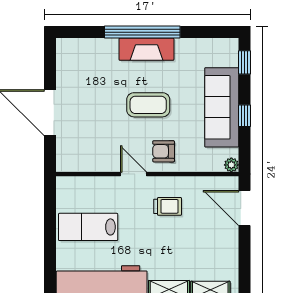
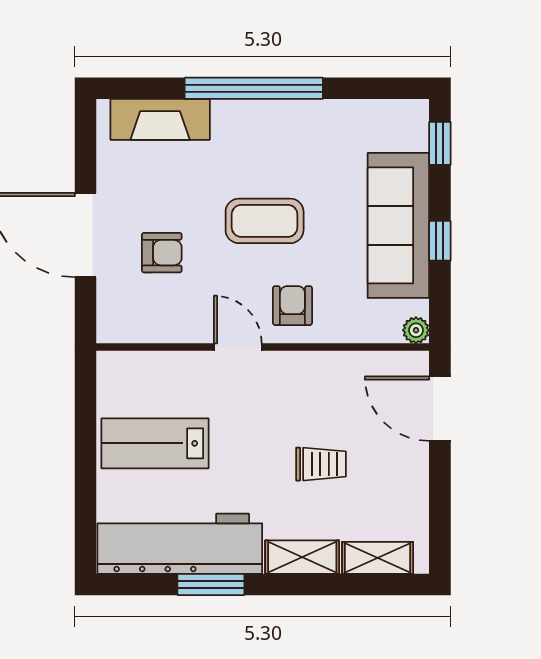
fireplace: (146, 49) -> (160, 119), moved
armchair: (92, 122) -> (162, 253), added
armchair: (164, 151) -> (292, 306), turned 90
trolley: (168, 206) -> (321, 464), moved

